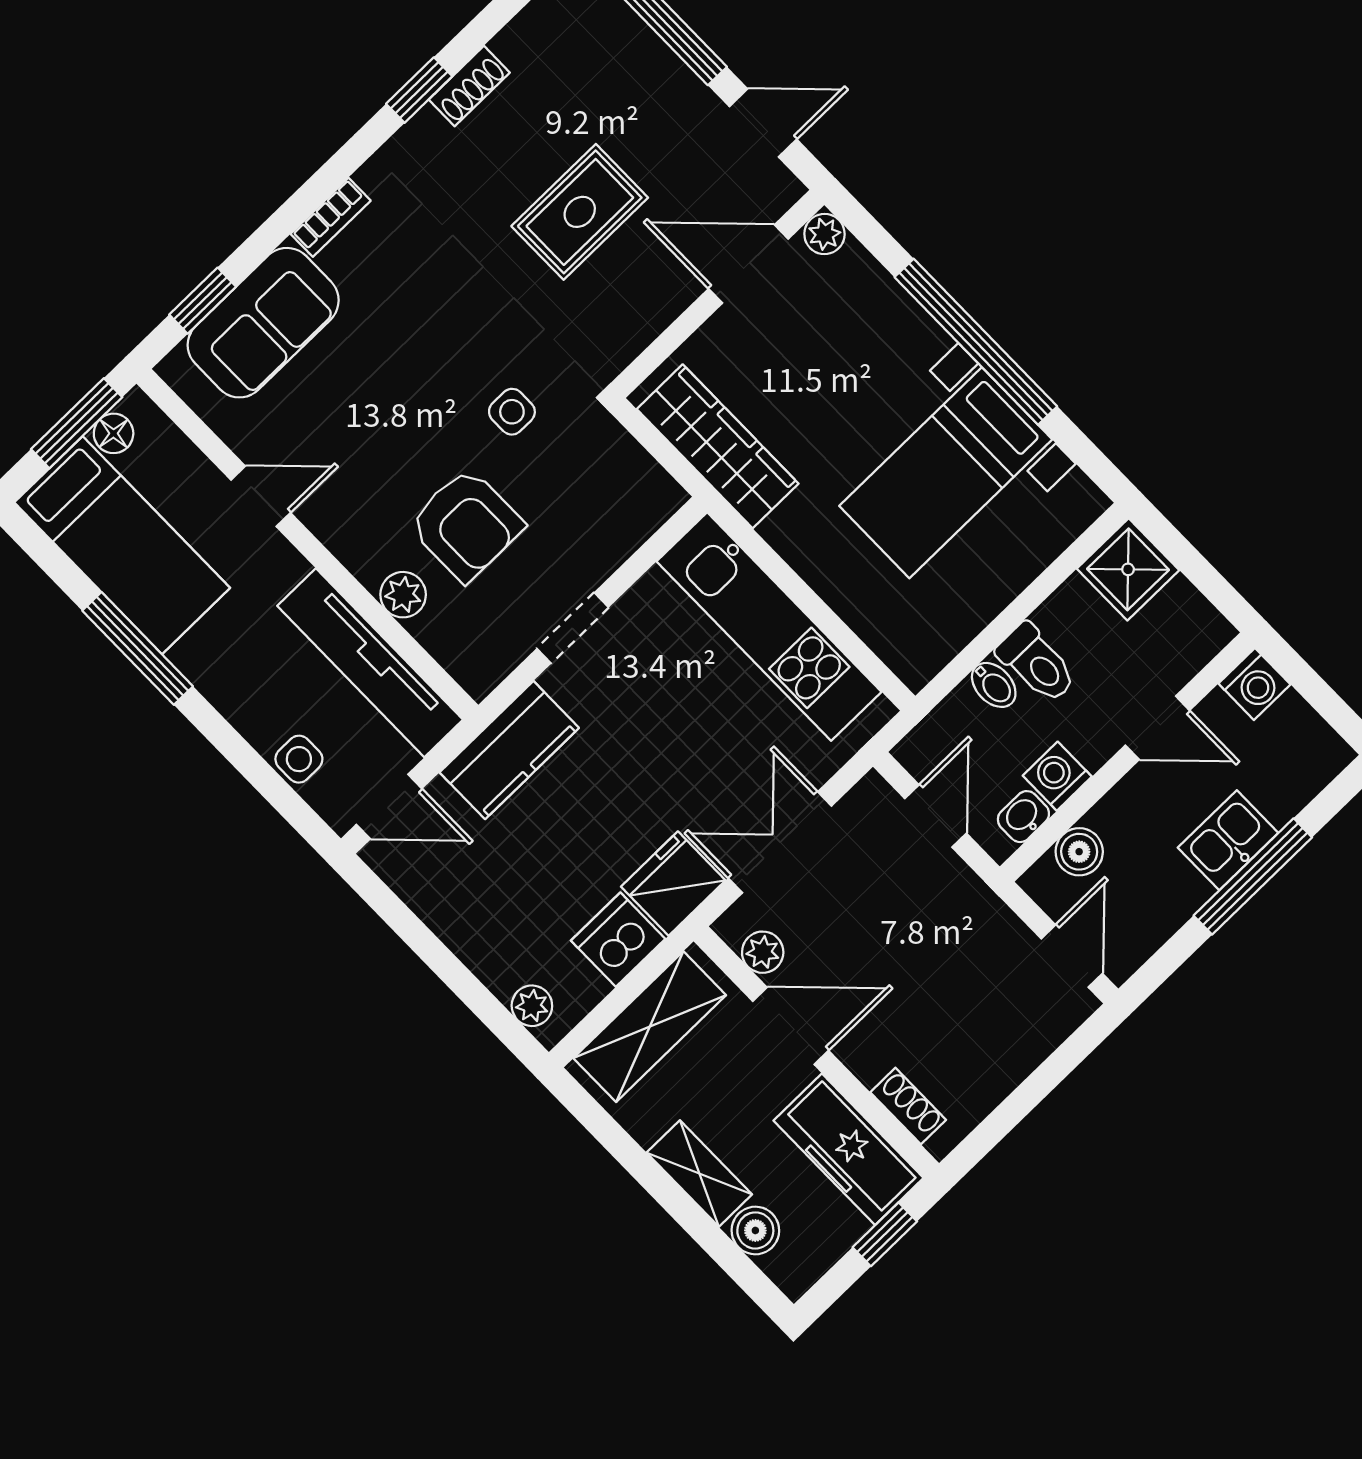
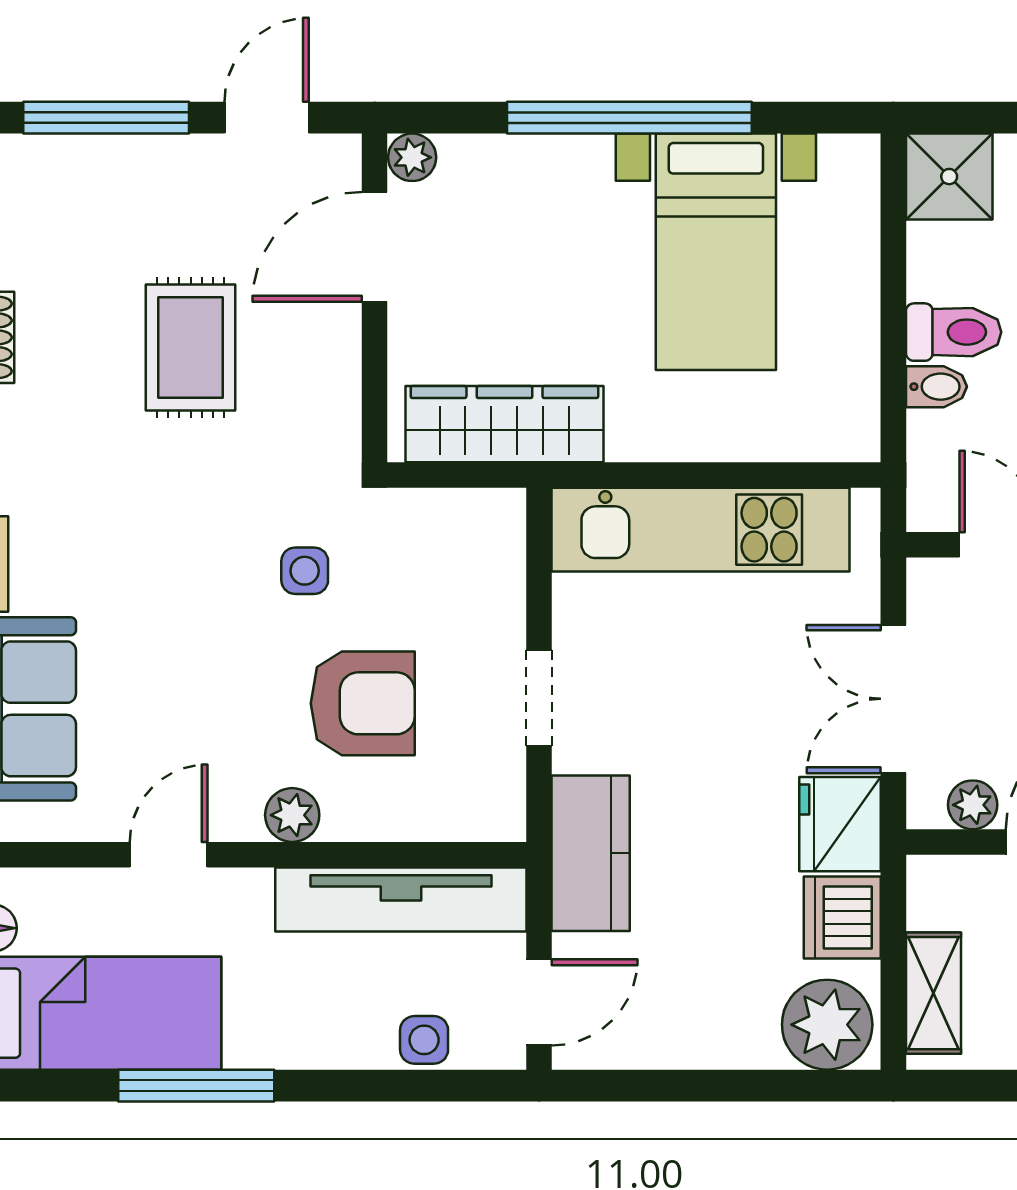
plant: (403, 595) -> (292, 815), moved
plant: (532, 1006) -> (827, 1025), width x1.88, depth x1.88
shelving: (650, 1027) -> (933, 993), width x0.67, depth x0.75

